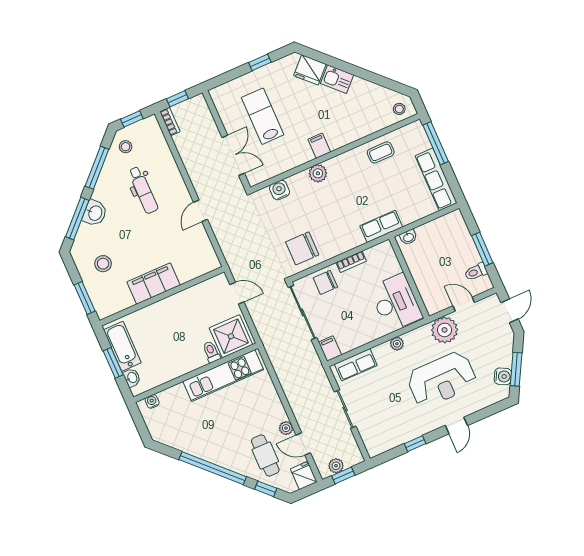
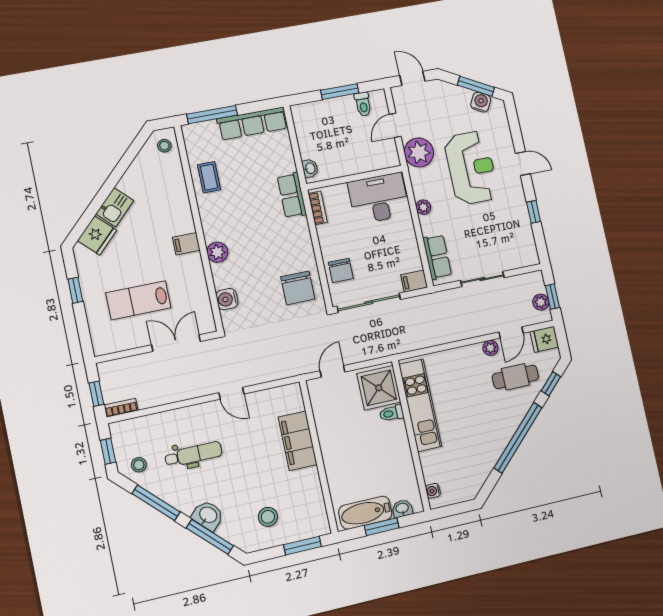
bookcase: (351, 262) -> (318, 208), moved
filing cabinet: (154, 283) -> (298, 441), moved

